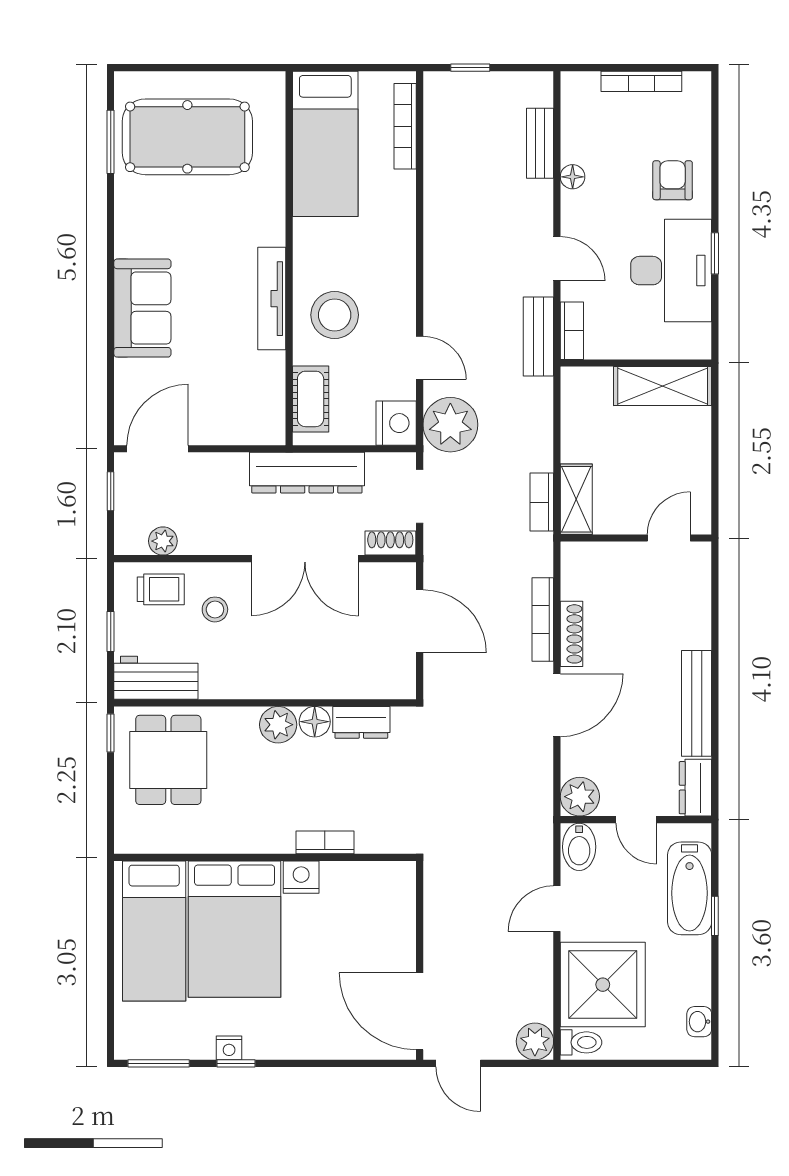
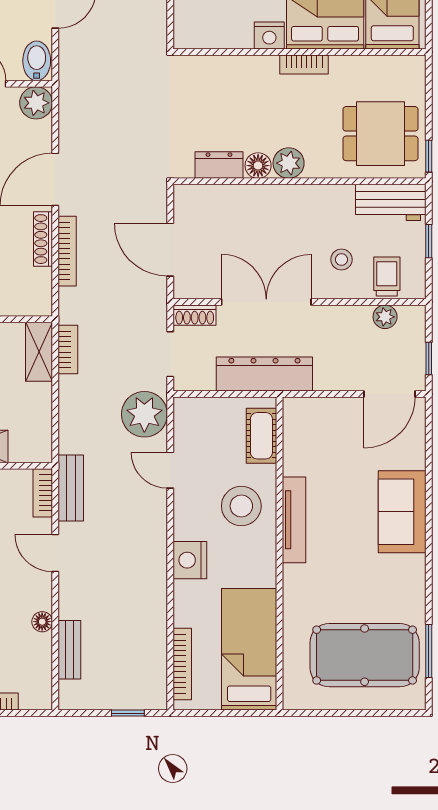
nightstand: (396, 423) -> (190, 560), moved
trolley: (161, 589) -> (387, 276), turned 90
dining table: (168, 760) -> (380, 134), turned 90
bookcase: (325, 842) -> (304, 65), moved

